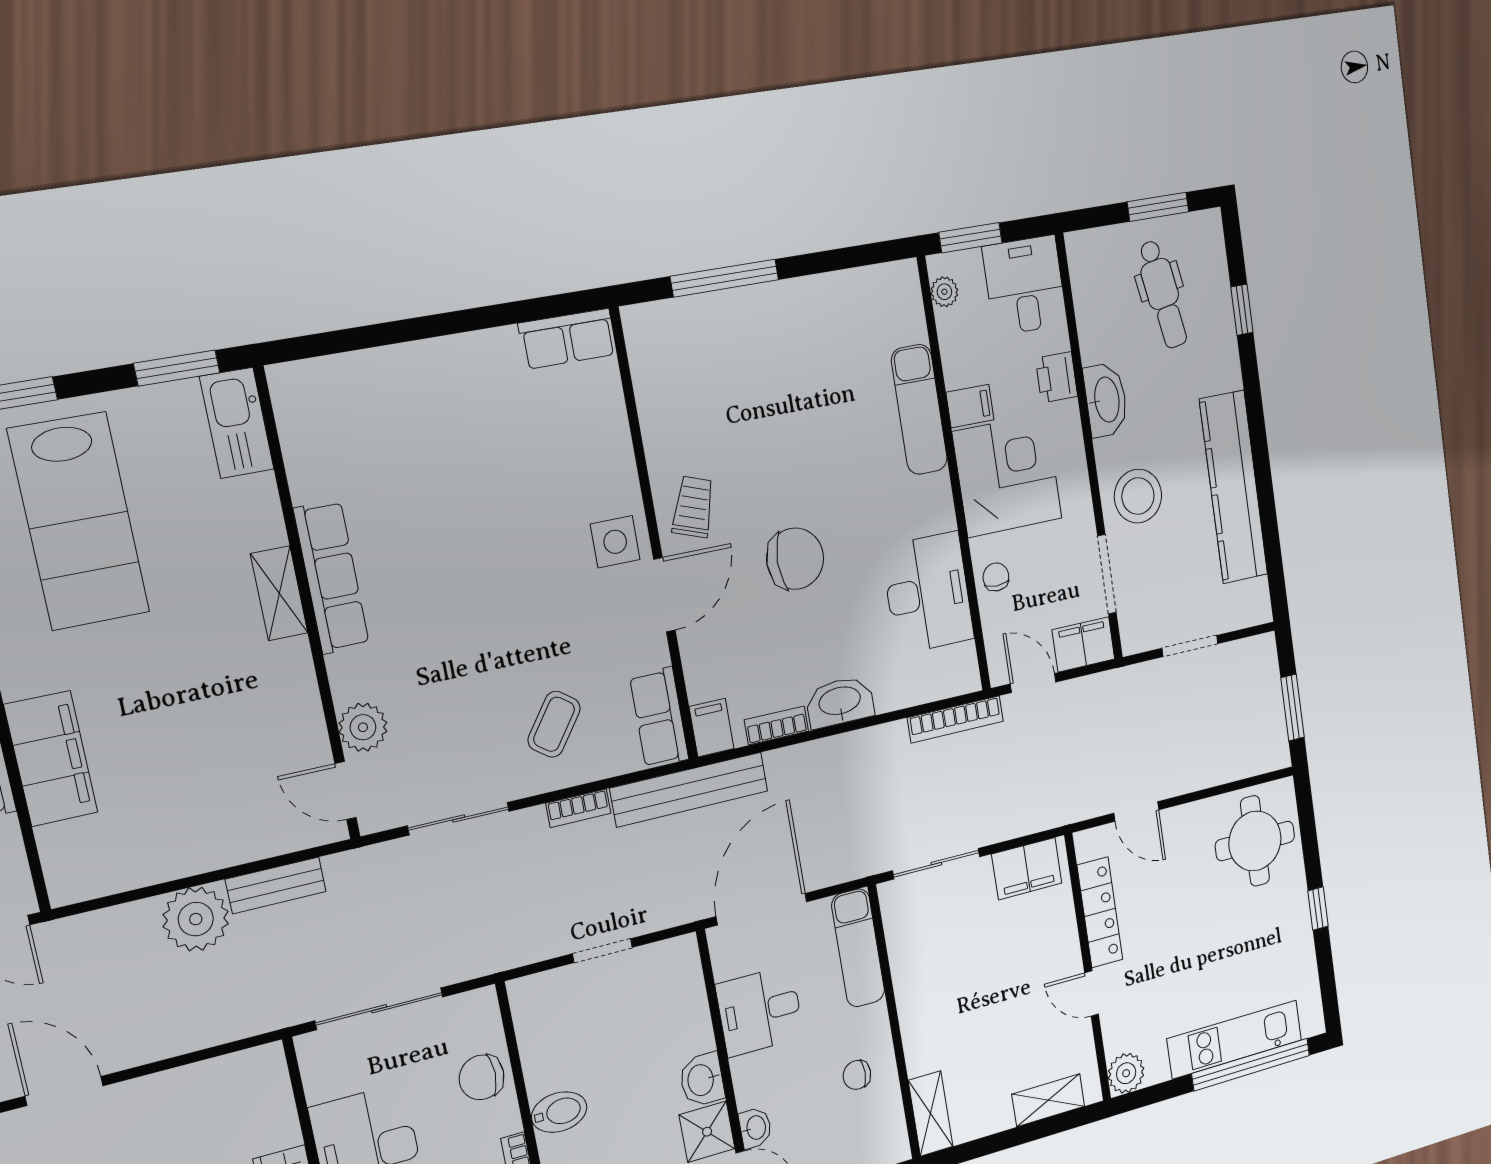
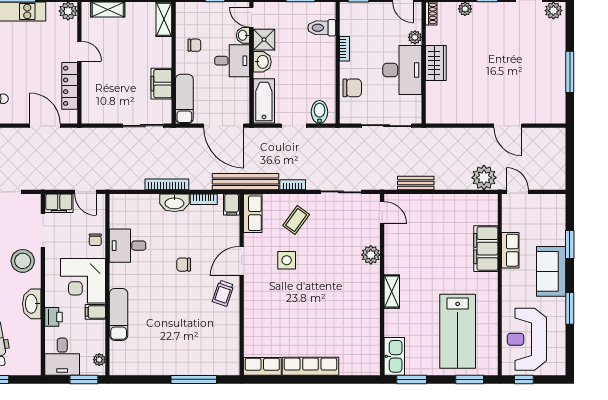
lab bench: (79, 521) -> (458, 331), turned 180
side table: (615, 542) -> (287, 260), moved
chair: (795, 559) -> (184, 265), width x0.54, depth x0.54
row of seats: (331, 577) -> (310, 366), moved, turned 90
desk: (928, 593) -> (128, 246), width x0.73
bookcase: (955, 719) -> (167, 184), moved
plant: (363, 727) -> (371, 255), moved
door: (1136, 812) -> (45, 126), width x1.38
filing cabinet: (1027, 869) -> (161, 84), moved, turned -90
door: (762, 909) -> (224, 126), hinge flipped
plant: (196, 919) -> (484, 178), moved
bathtub: (682, 991) -> (264, 101), added
desk: (760, 1011) -> (232, 61), moved
bidet: (559, 1112) -> (319, 112), moved, turned 90

